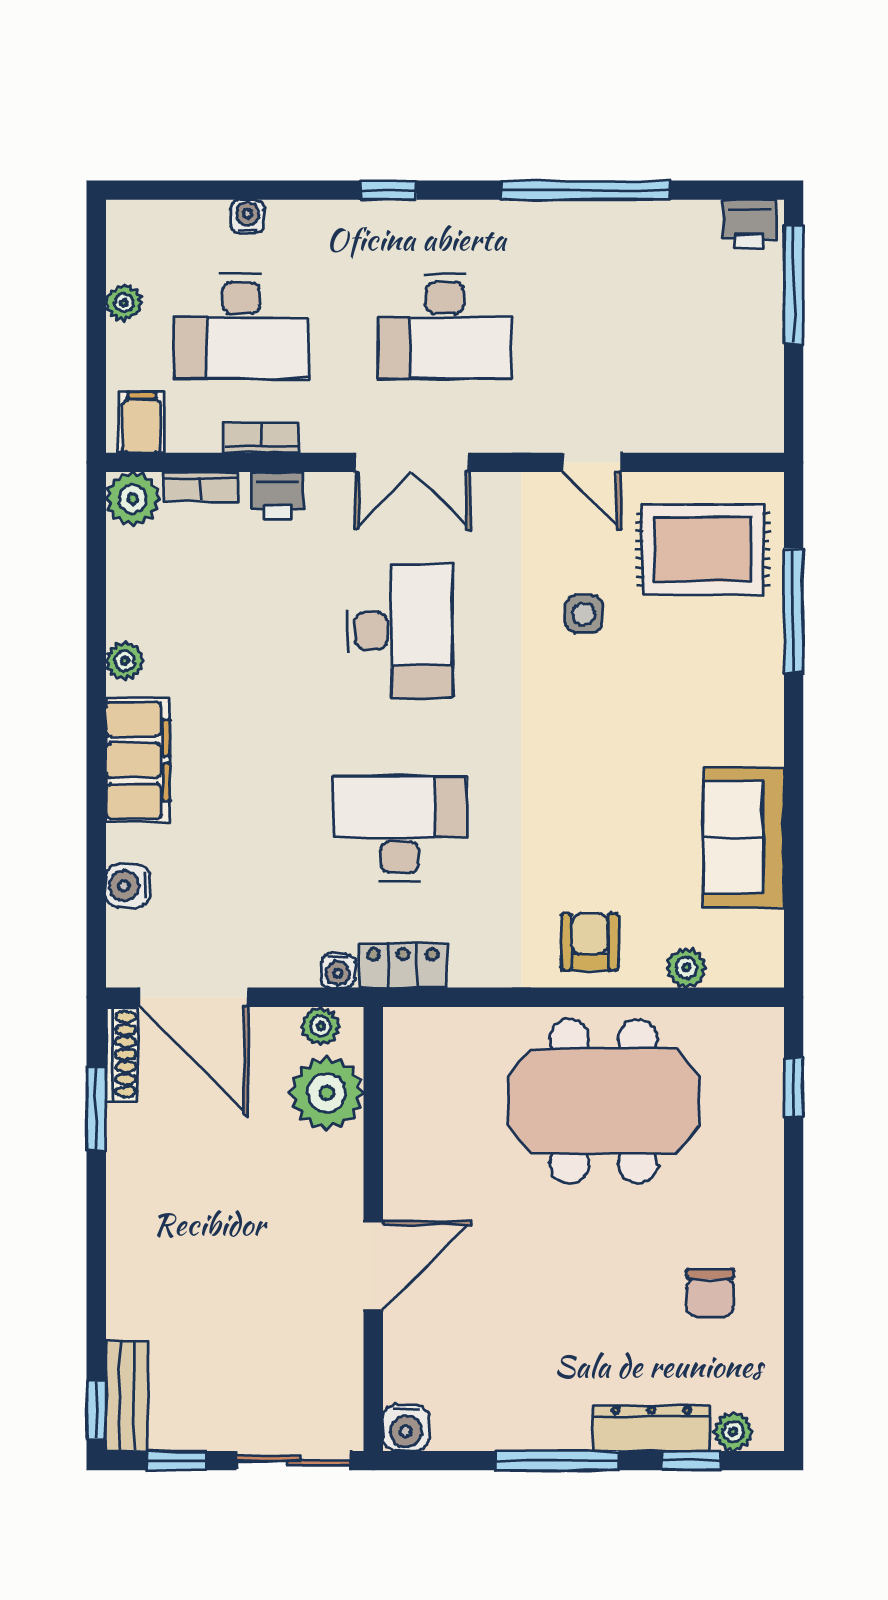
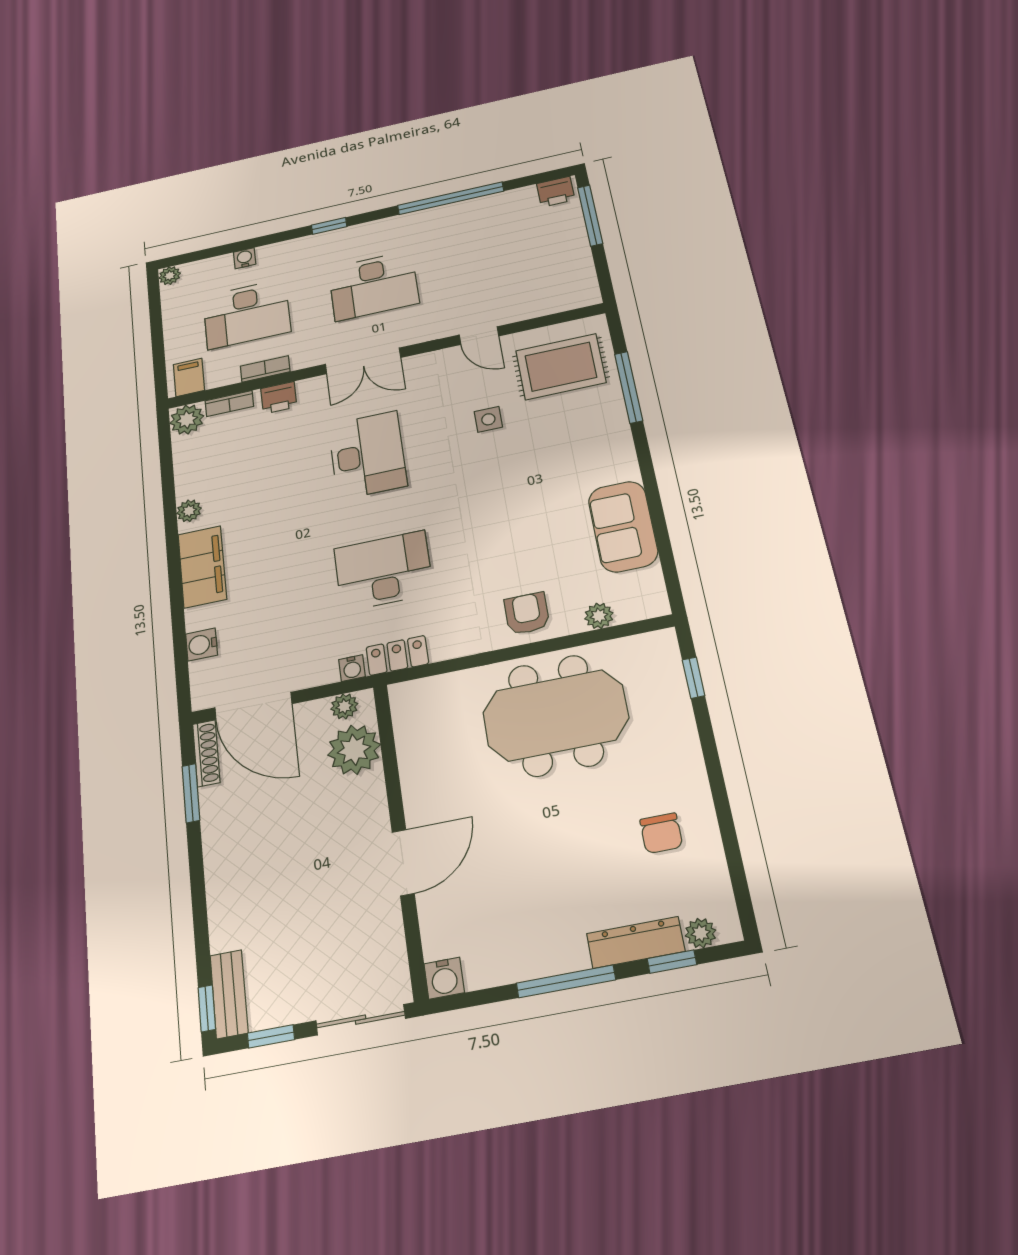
plant: (124, 303) -> (170, 276), moved

